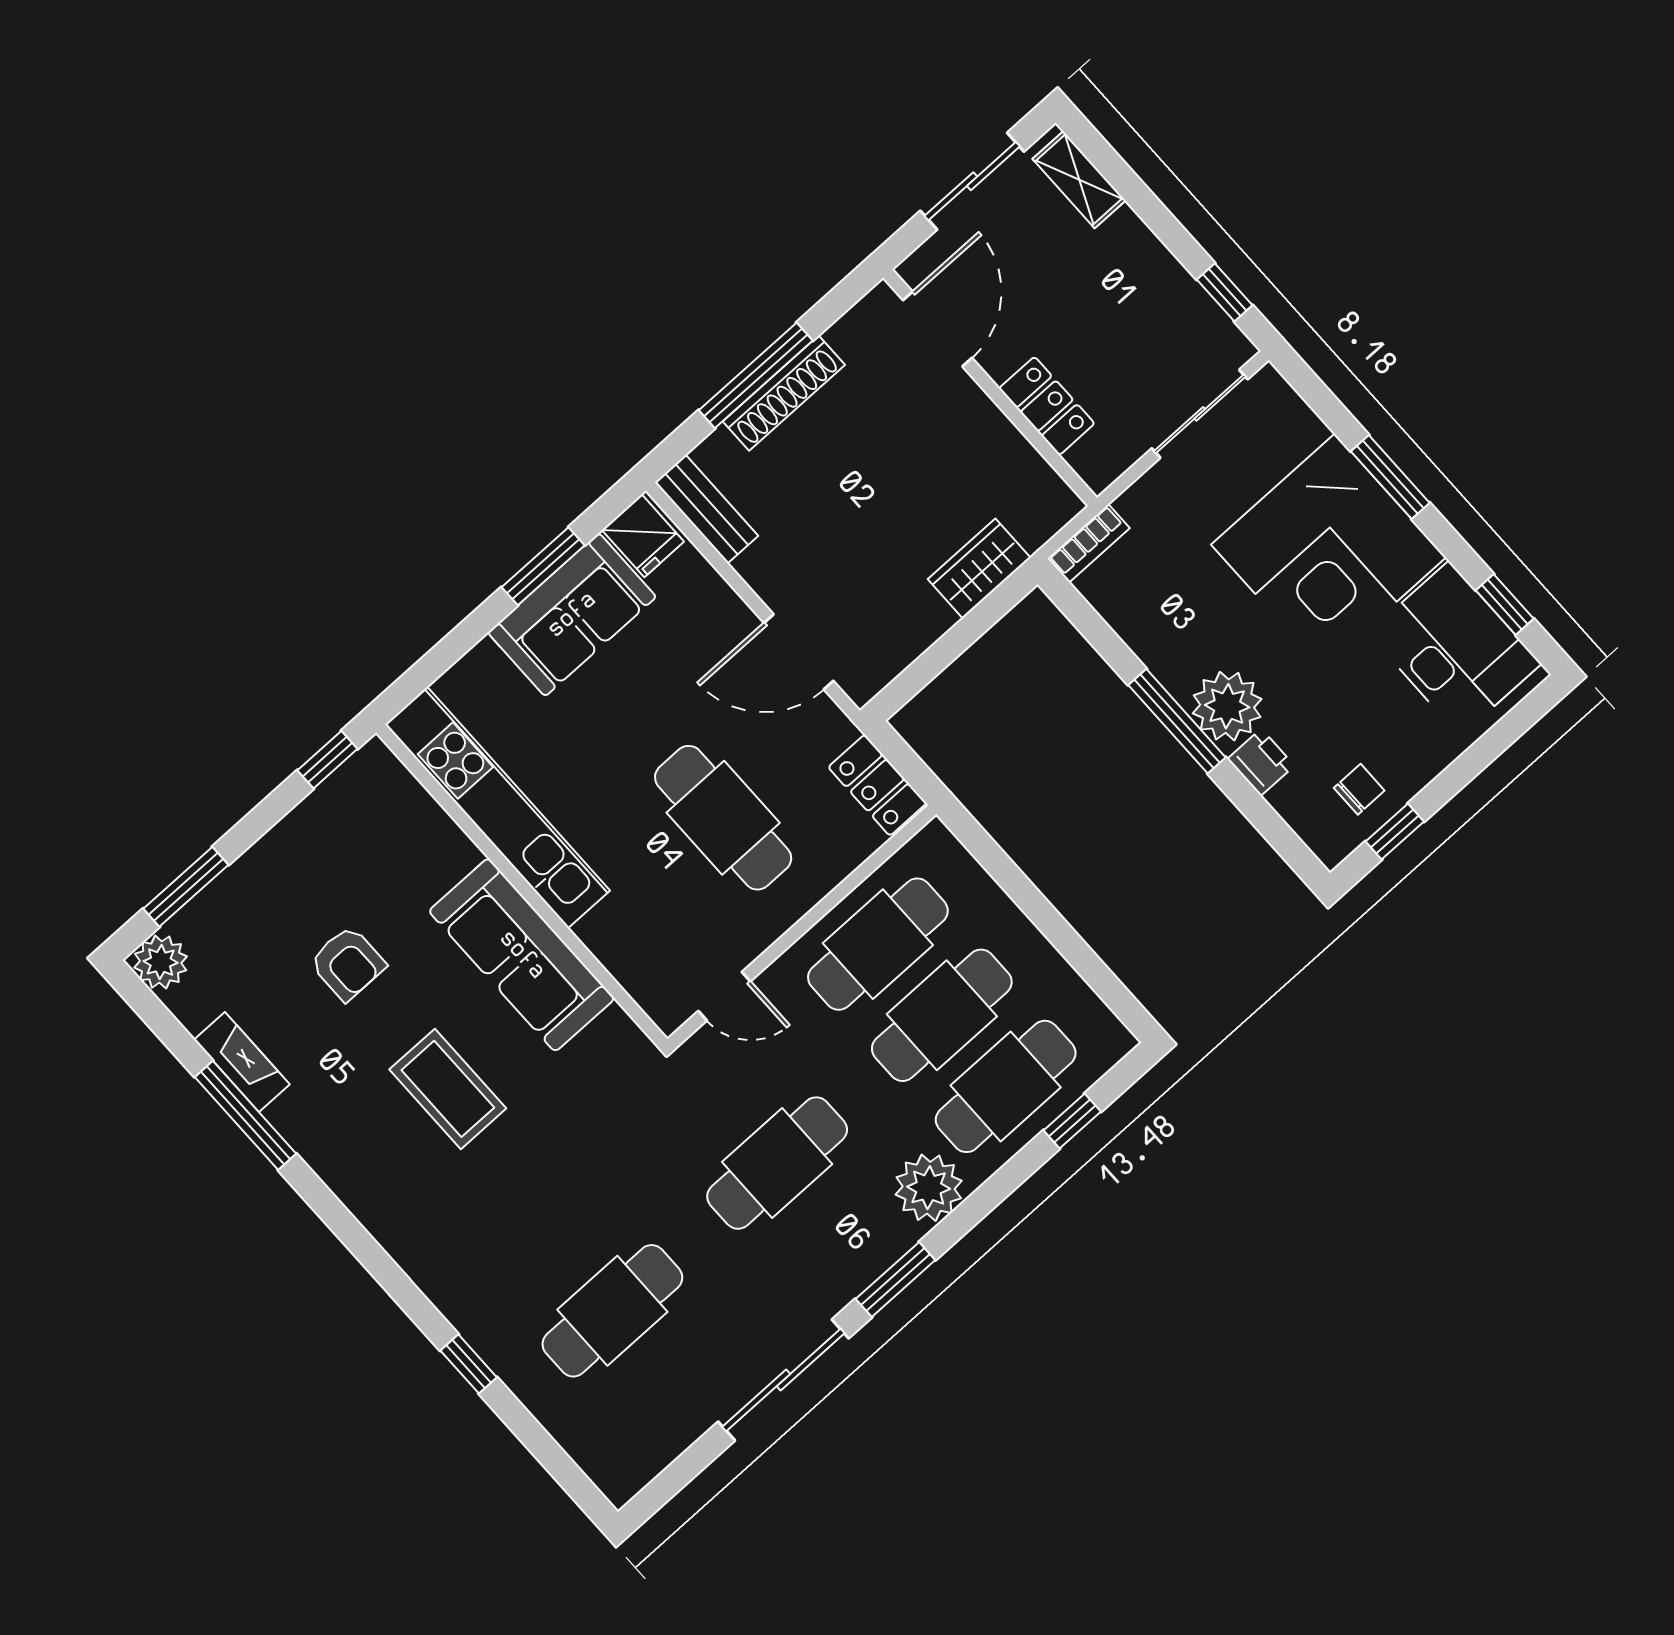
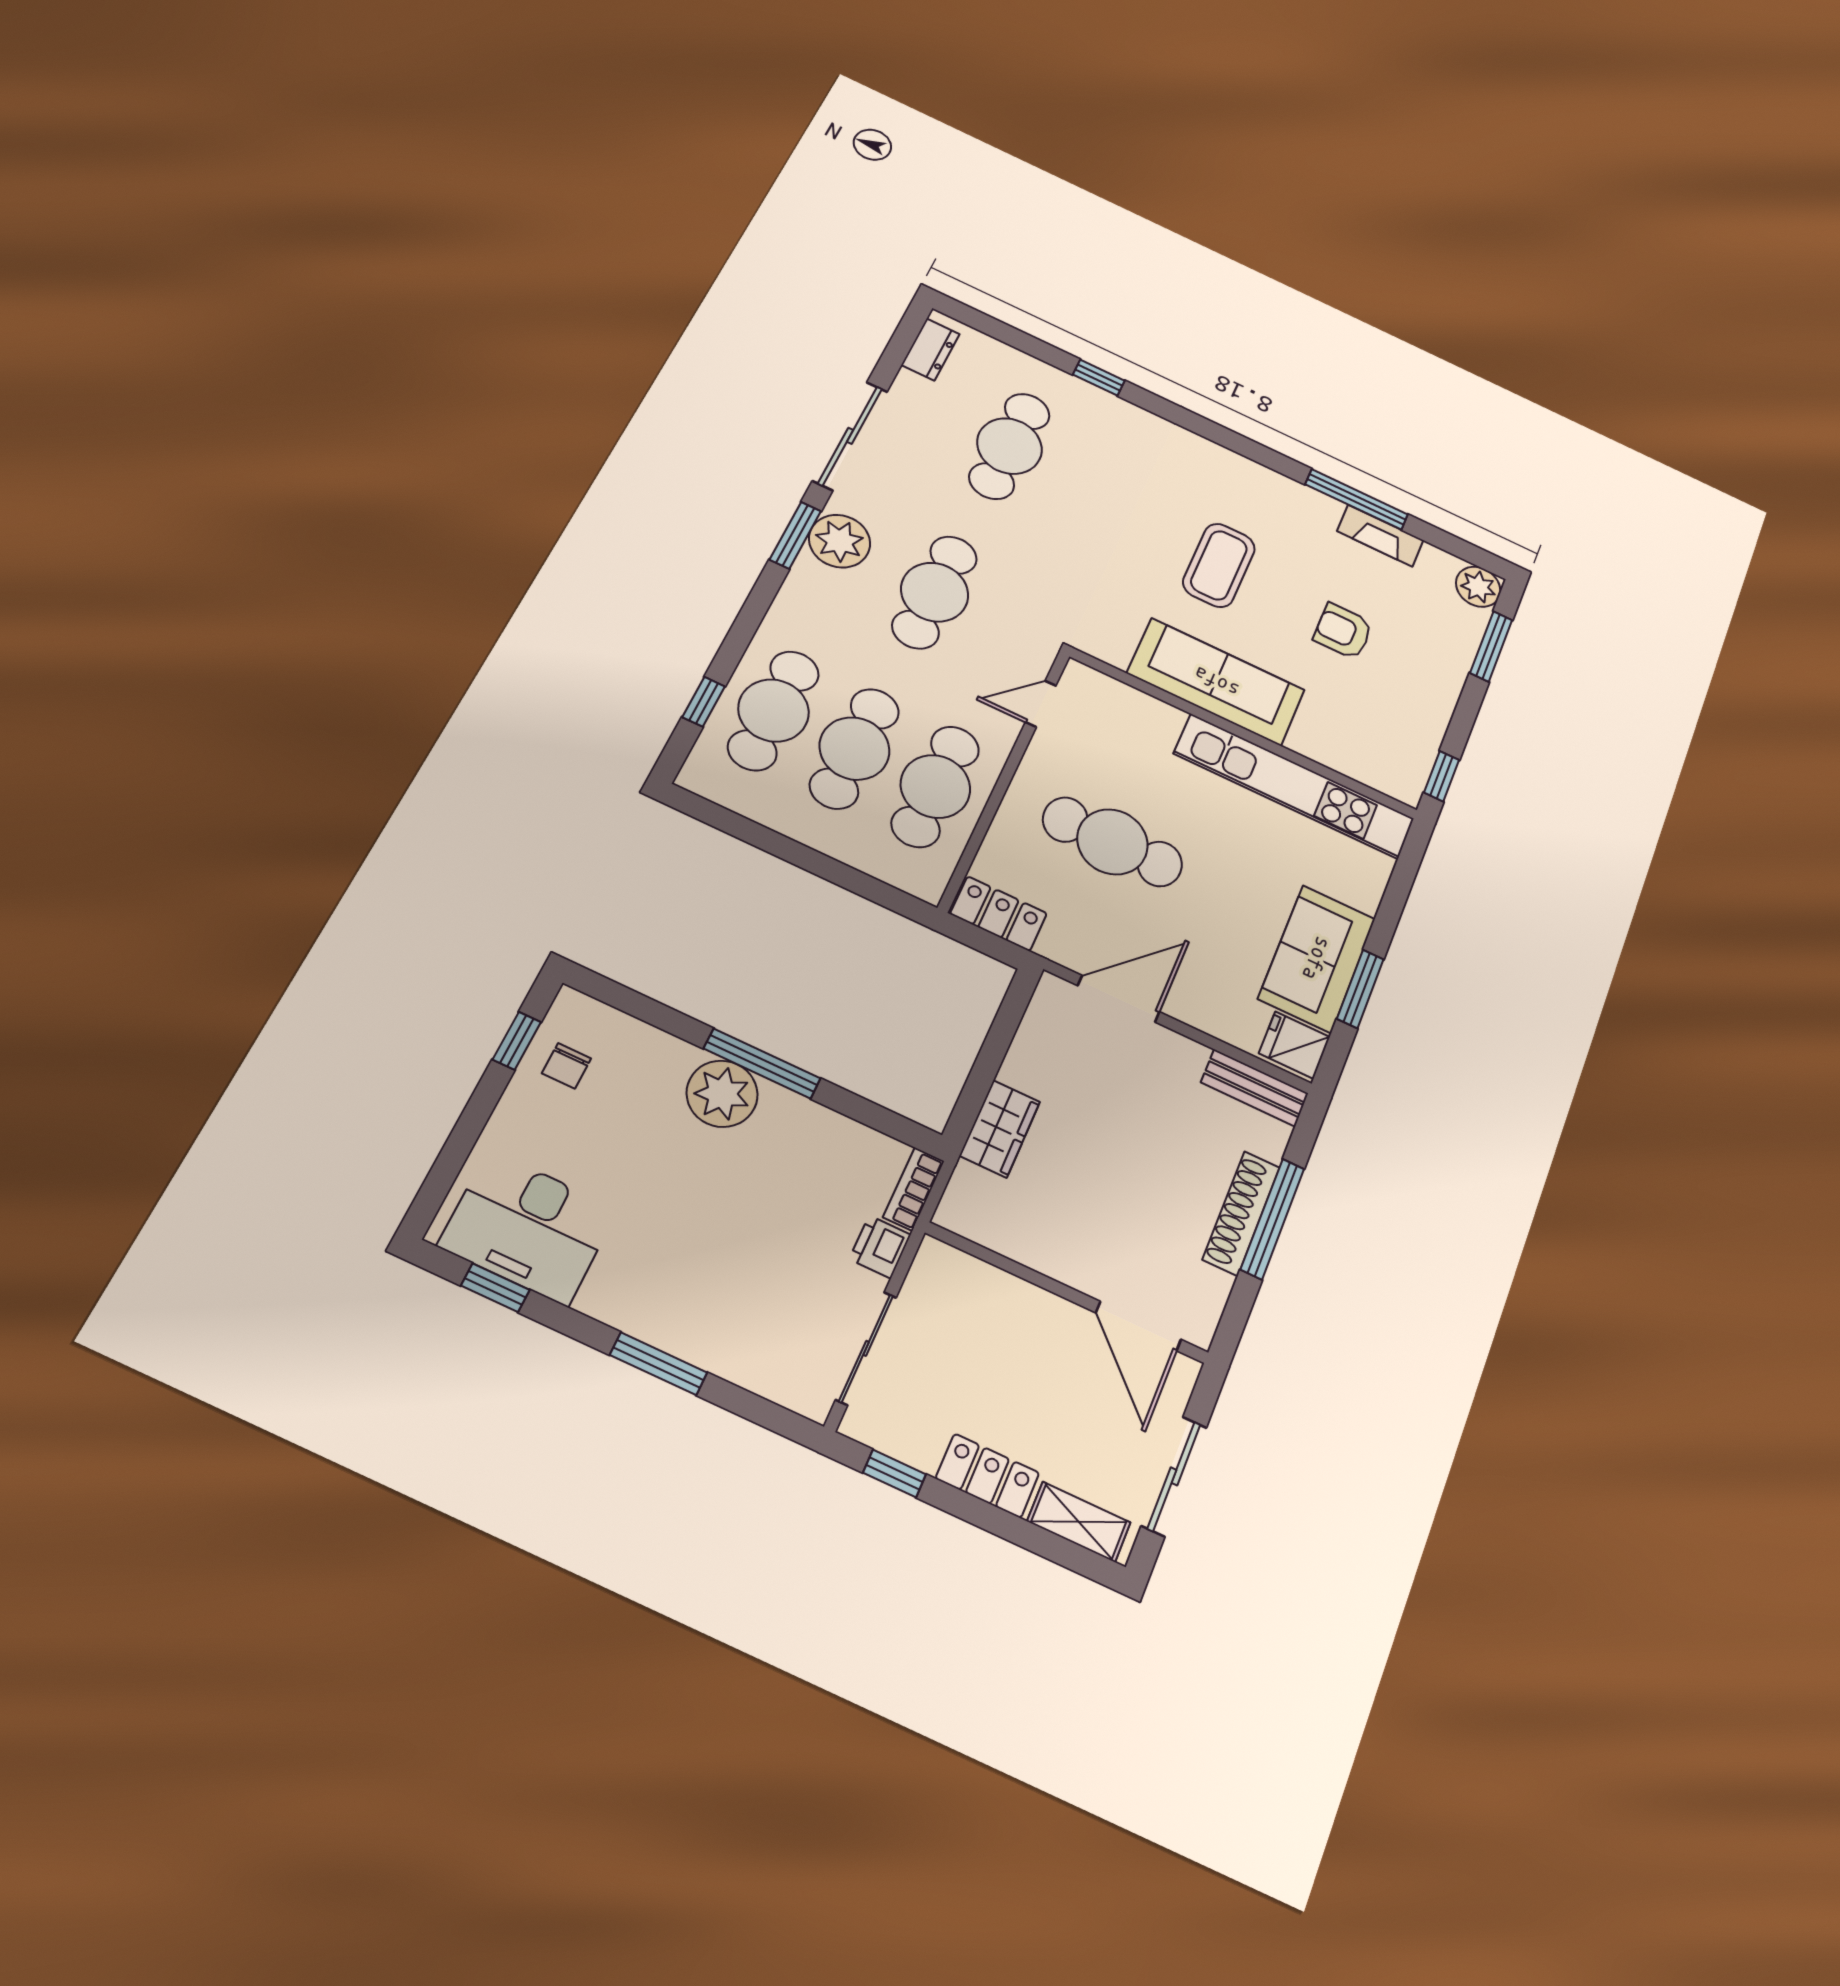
locker: (1047, 406) -> (987, 1476), moved, turned 180
corner desk: (1329, 551) -> (688, 1270), removed
printer: (1261, 762) -> (880, 1247), moved, turned 90
coffee table: (448, 1089) -> (1219, 565), turned 90
plant: (929, 1188) -> (840, 541), moved
dresser: (645, 1460) -> (931, 350), added

